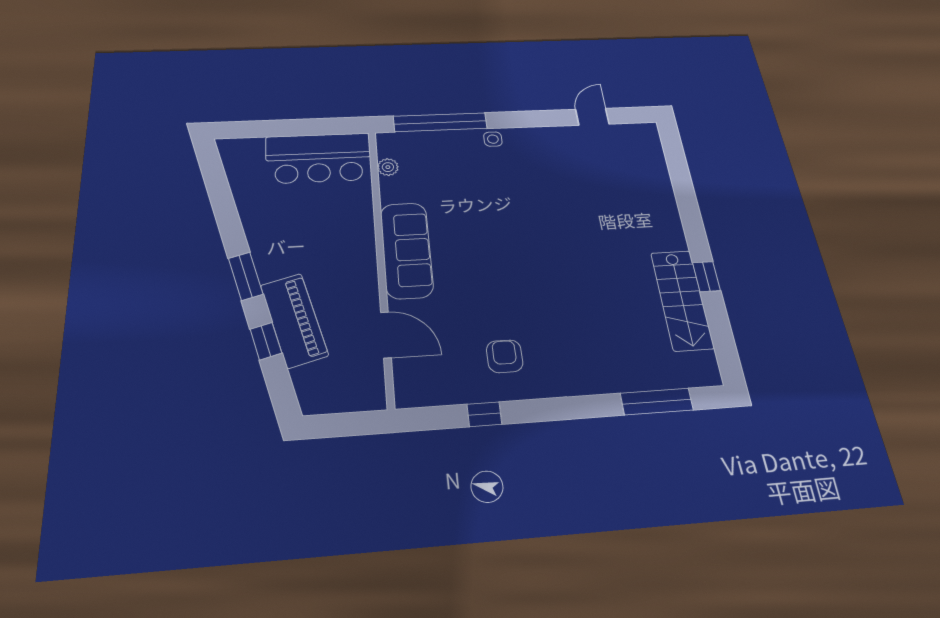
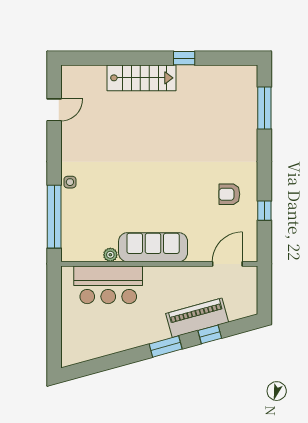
door: (592, 117) -> (54, 110), swing flipped
bar counter: (318, 158) -> (108, 285), moved, turned 90
plant: (388, 167) -> (110, 255), moved
stairs: (682, 300) -> (141, 78), moved
door: (386, 335) -> (227, 264), moved

